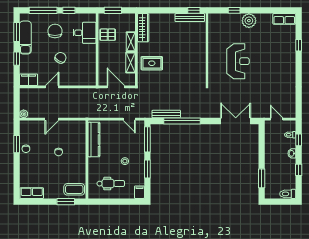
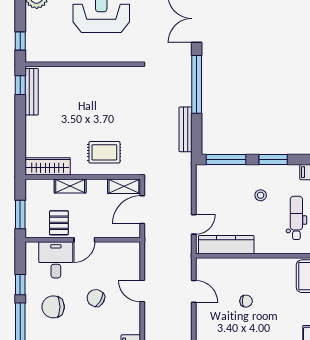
window: (234, 10) -> (20, 41), moved
door: (97, 51) -> (84, 240), added
shelving: (131, 63) -> (124, 186), moved
rug: (152, 63) -> (104, 152), turned 90
door: (52, 87) -> (142, 291), moved
door: (52, 119) -> (194, 291), moved
door: (129, 119) -> (194, 224), moved
window: (182, 121) -> (197, 84), moved

